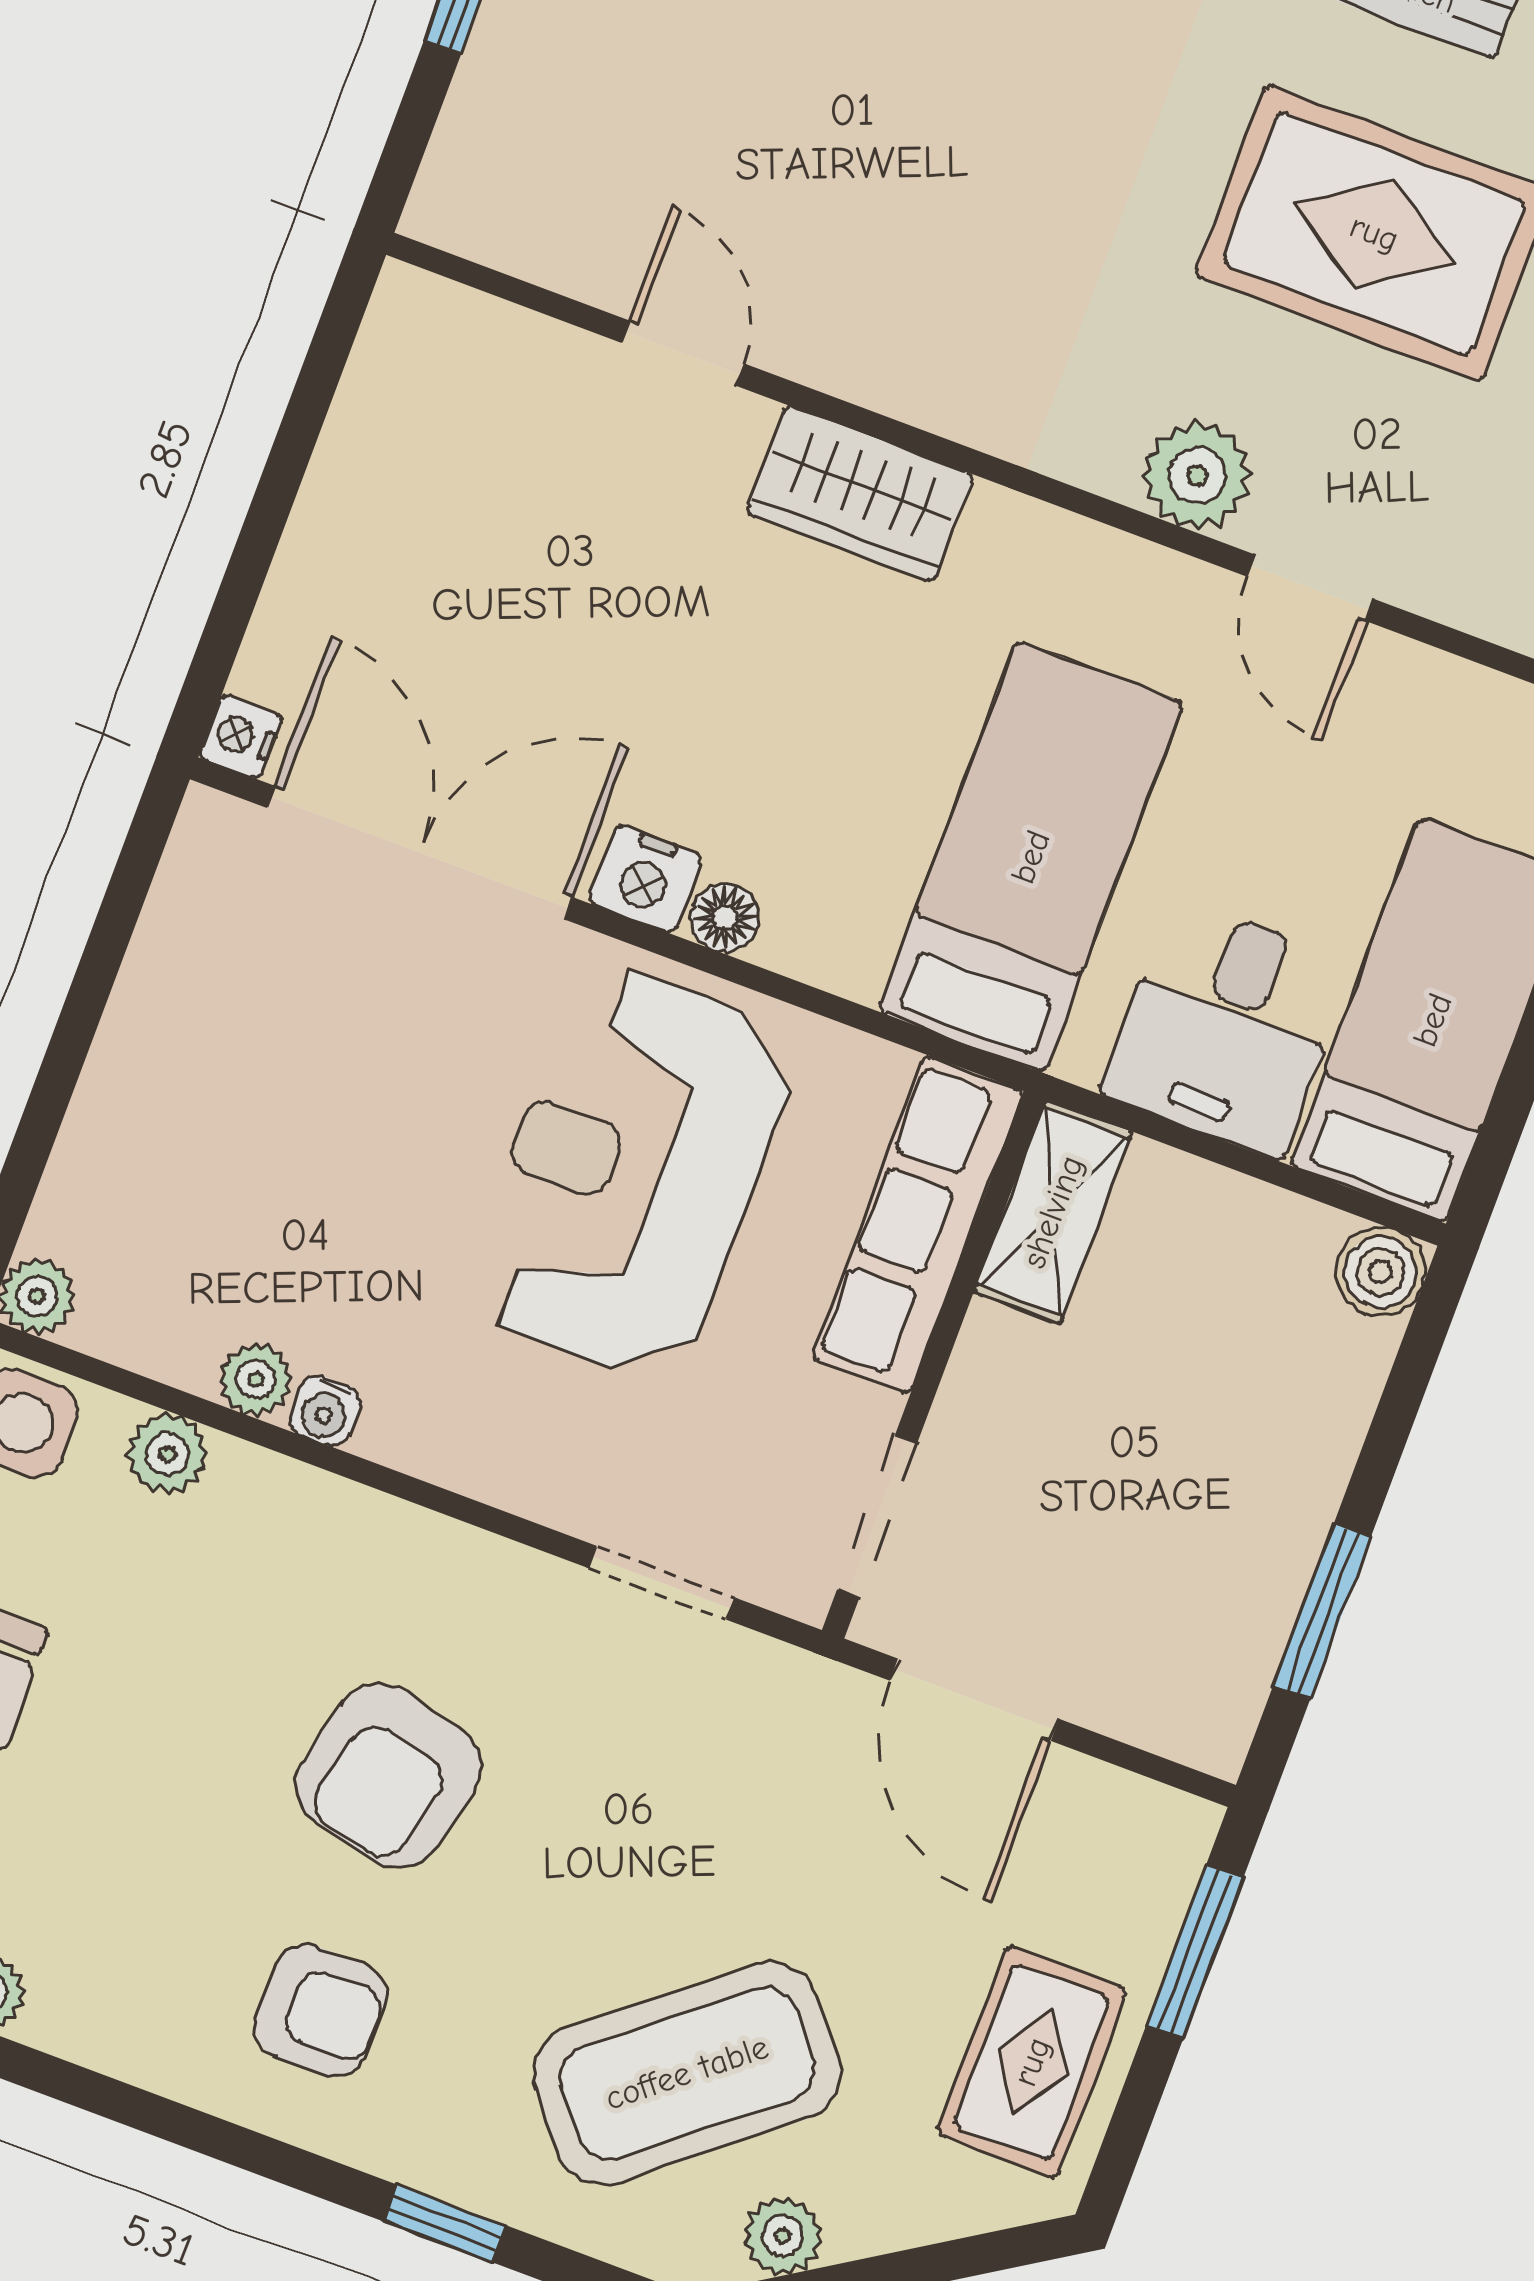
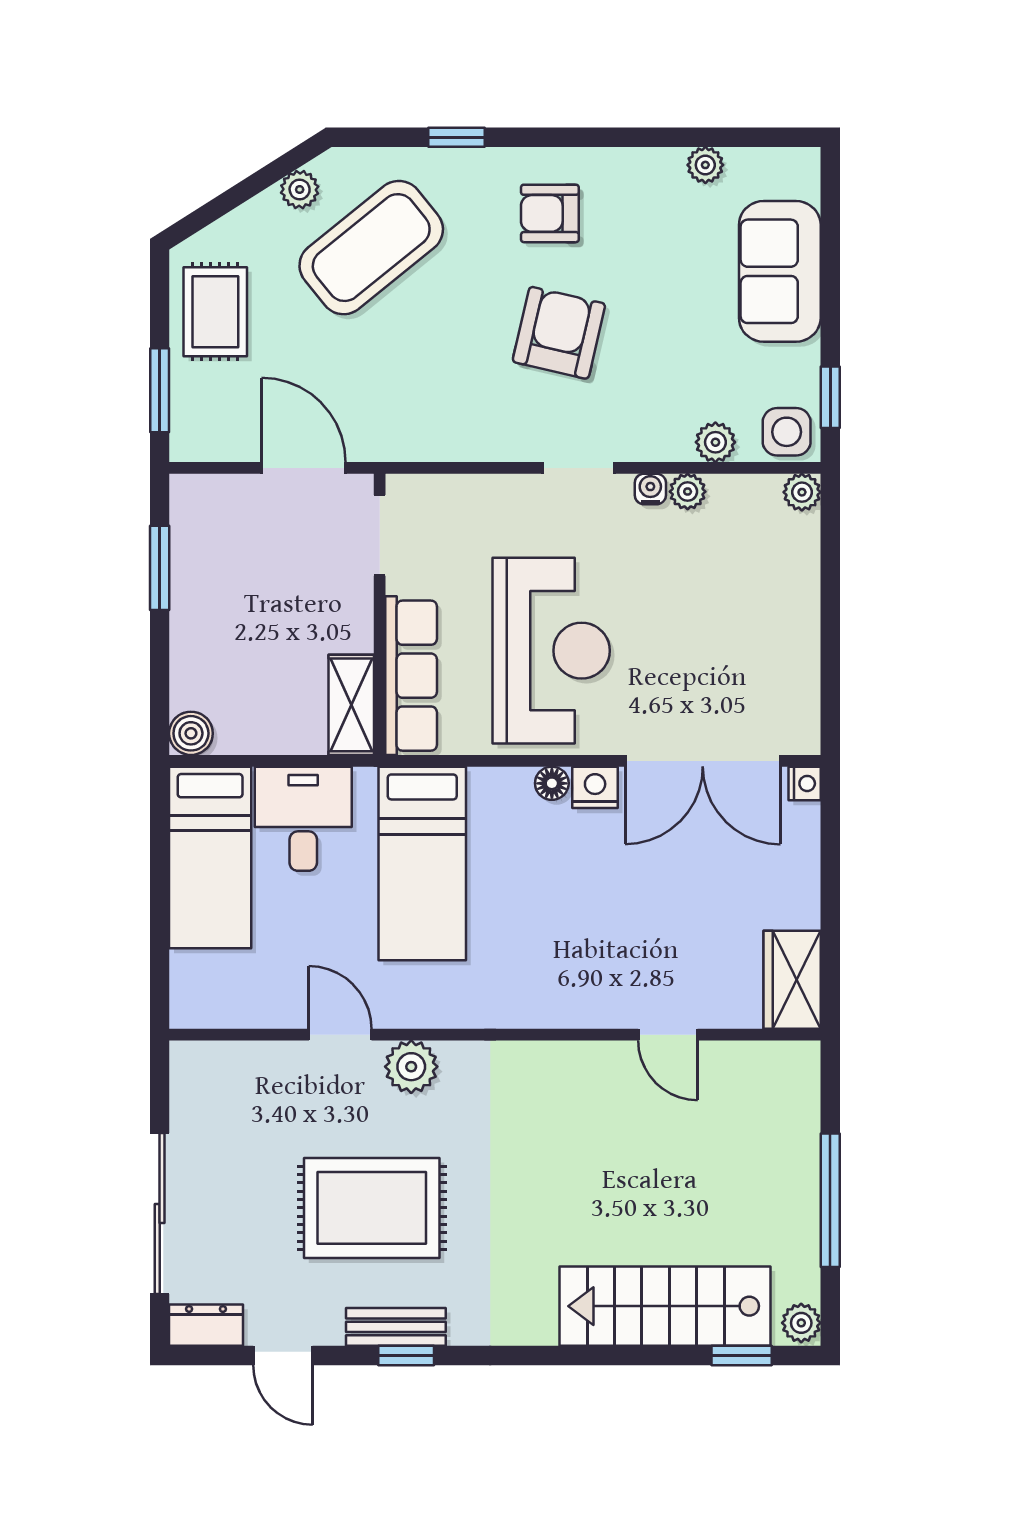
wardrobe: (860, 494) -> (792, 980), moved, turned -90
doorway: (661, 1583) -> (579, 468), moved

